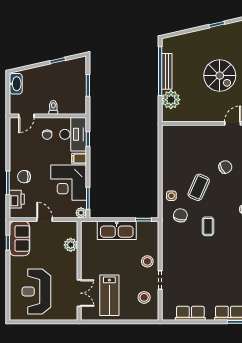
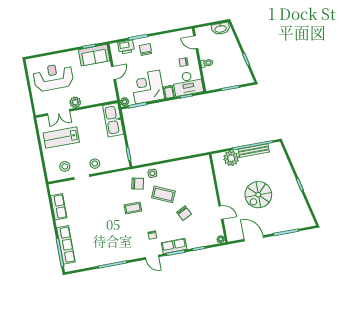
kitchen sink: (117, 230) -> (113, 120), moved
plant: (71, 245) -> (75, 102), moved

